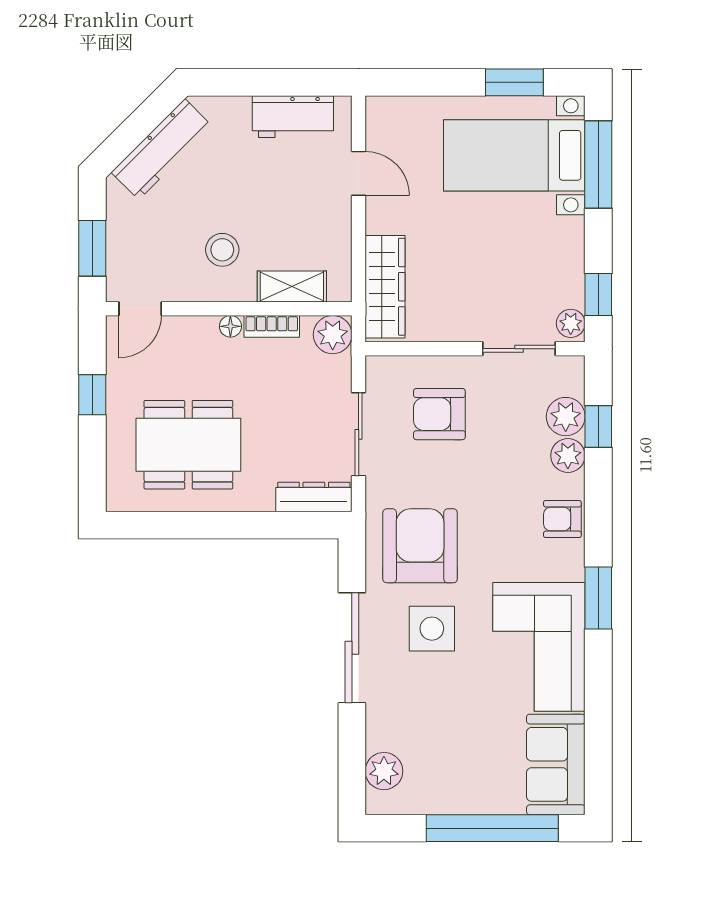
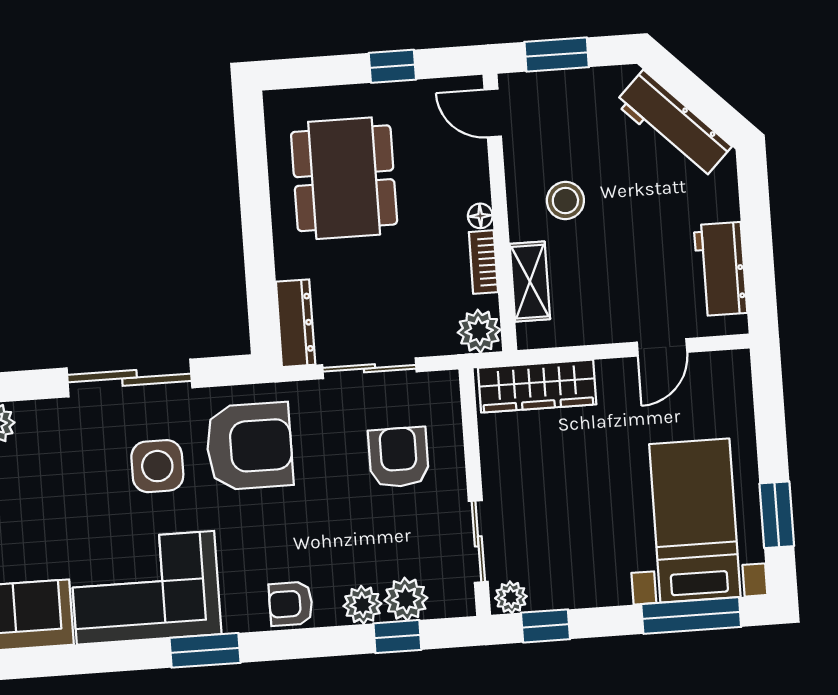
armchair: (562, 519) -> (291, 604), turned -90

